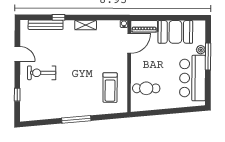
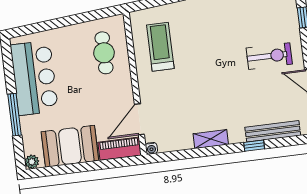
plant: (201, 50) -> (32, 162), moved
cafe table: (146, 88) -> (104, 53), turned 90

